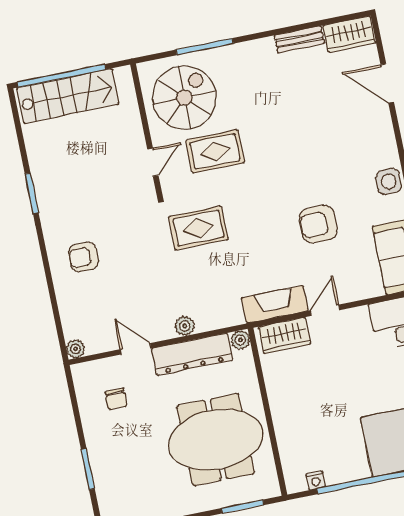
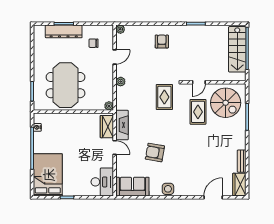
door: (153, 162) -> (199, 82), hinge flipped
armchair: (318, 224) -> (155, 153), turned -80
dresser: (192, 354) -> (64, 31), moved, turned -90

